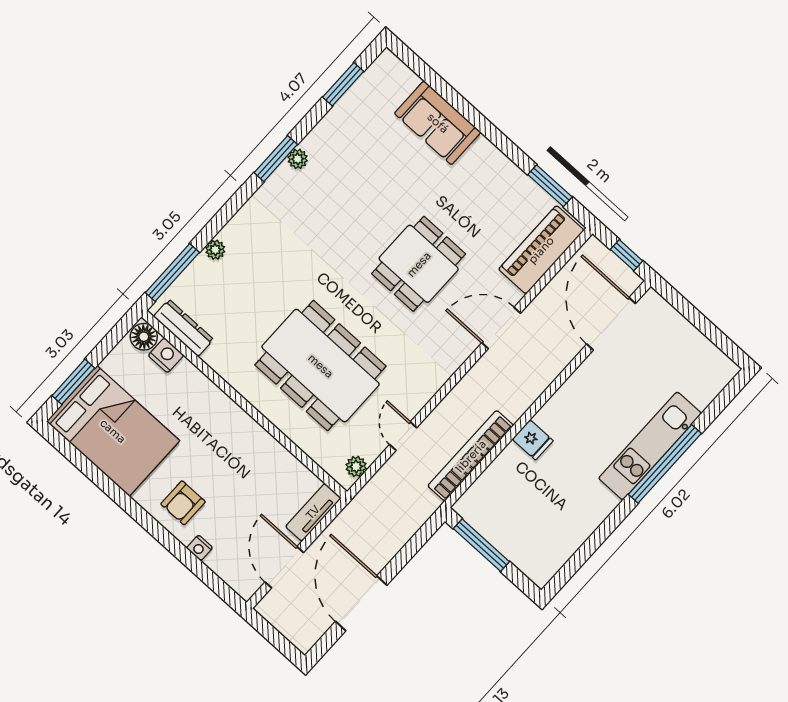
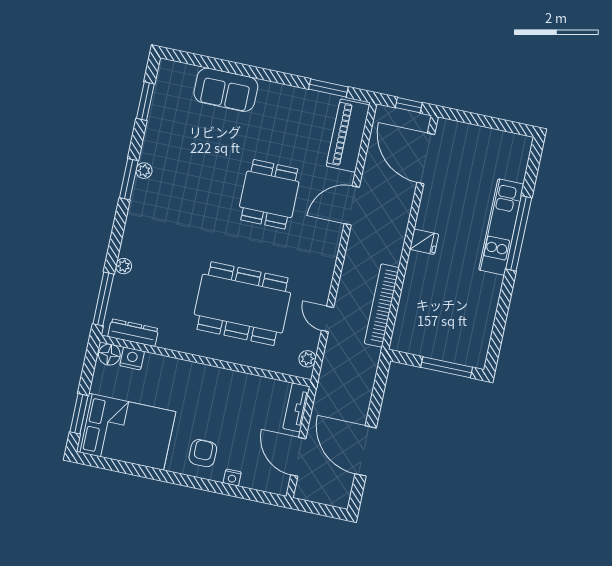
fridge: (533, 440) -> (424, 242), moved
armchair: (183, 503) -> (203, 453), turned 180
window: (481, 545) -> (447, 367), moved

